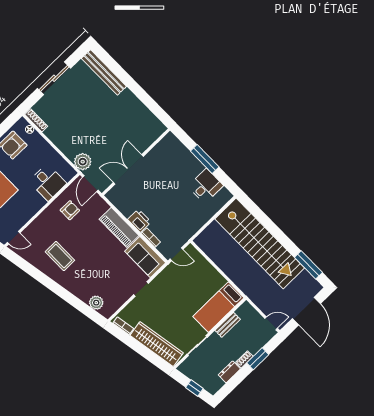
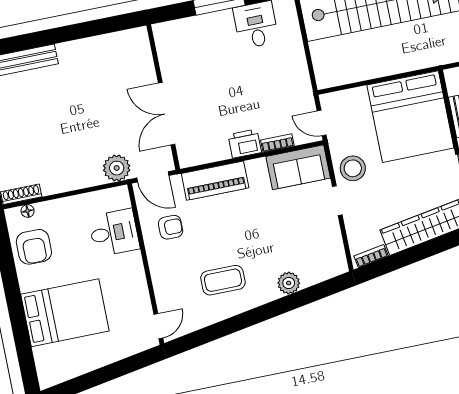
armchair: (70, 210) -> (171, 227), turned 90
piano: (119, 227) -> (215, 181), moved
door: (176, 254) -> (322, 123), swing flipped
stool: (163, 286) -> (353, 168), added
plant: (96, 303) -> (289, 283), moved
bed: (218, 307) -> (410, 117), width x2.04

